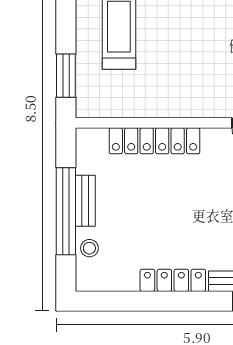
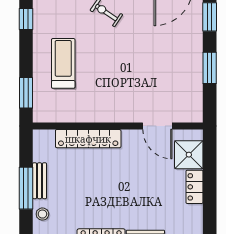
window: (66, 211) -> (26, 188), width x0.68

